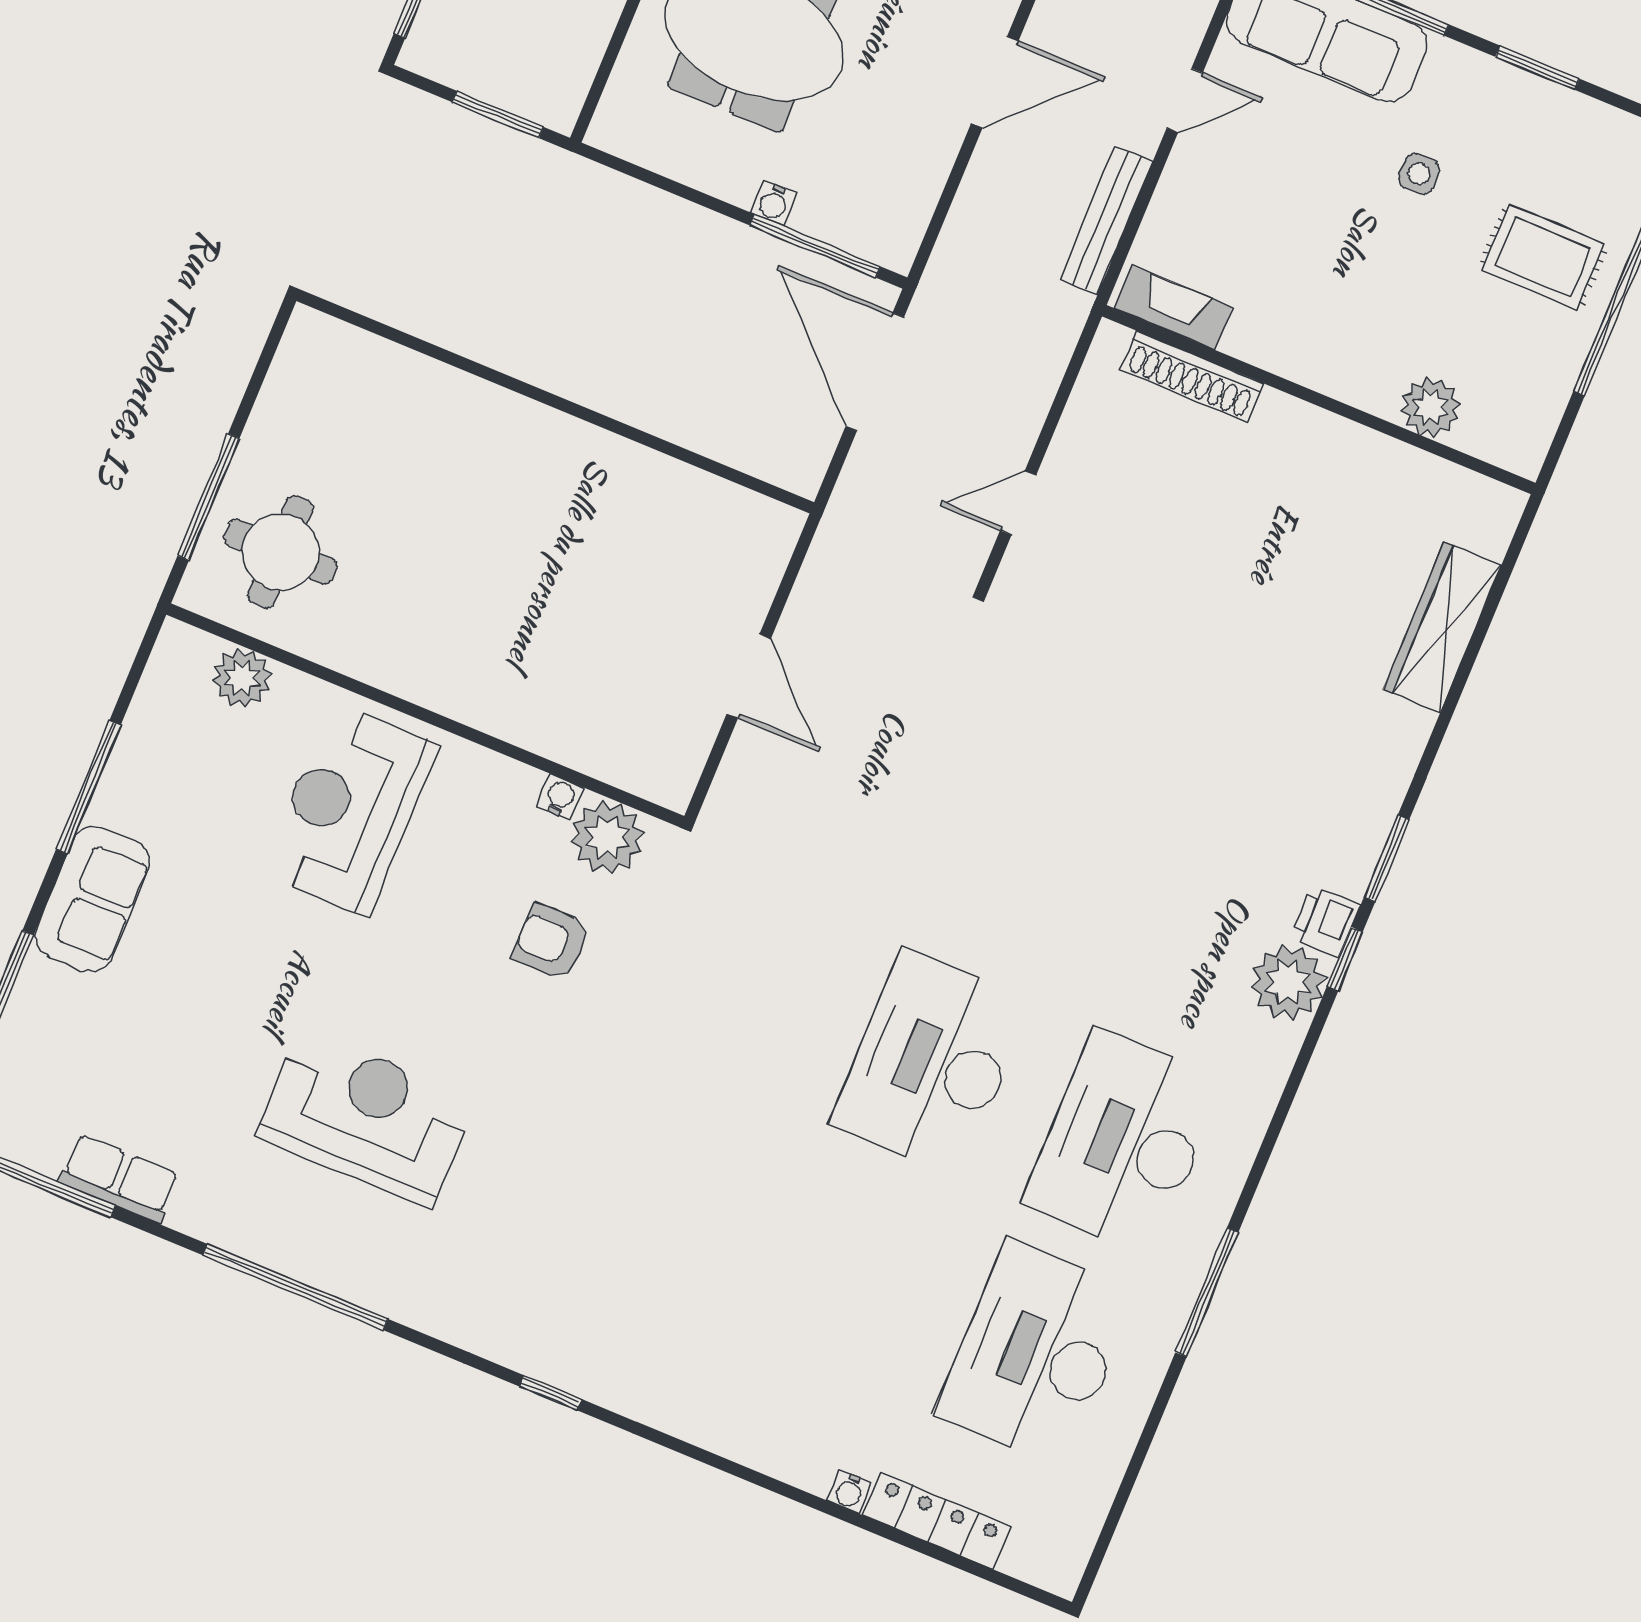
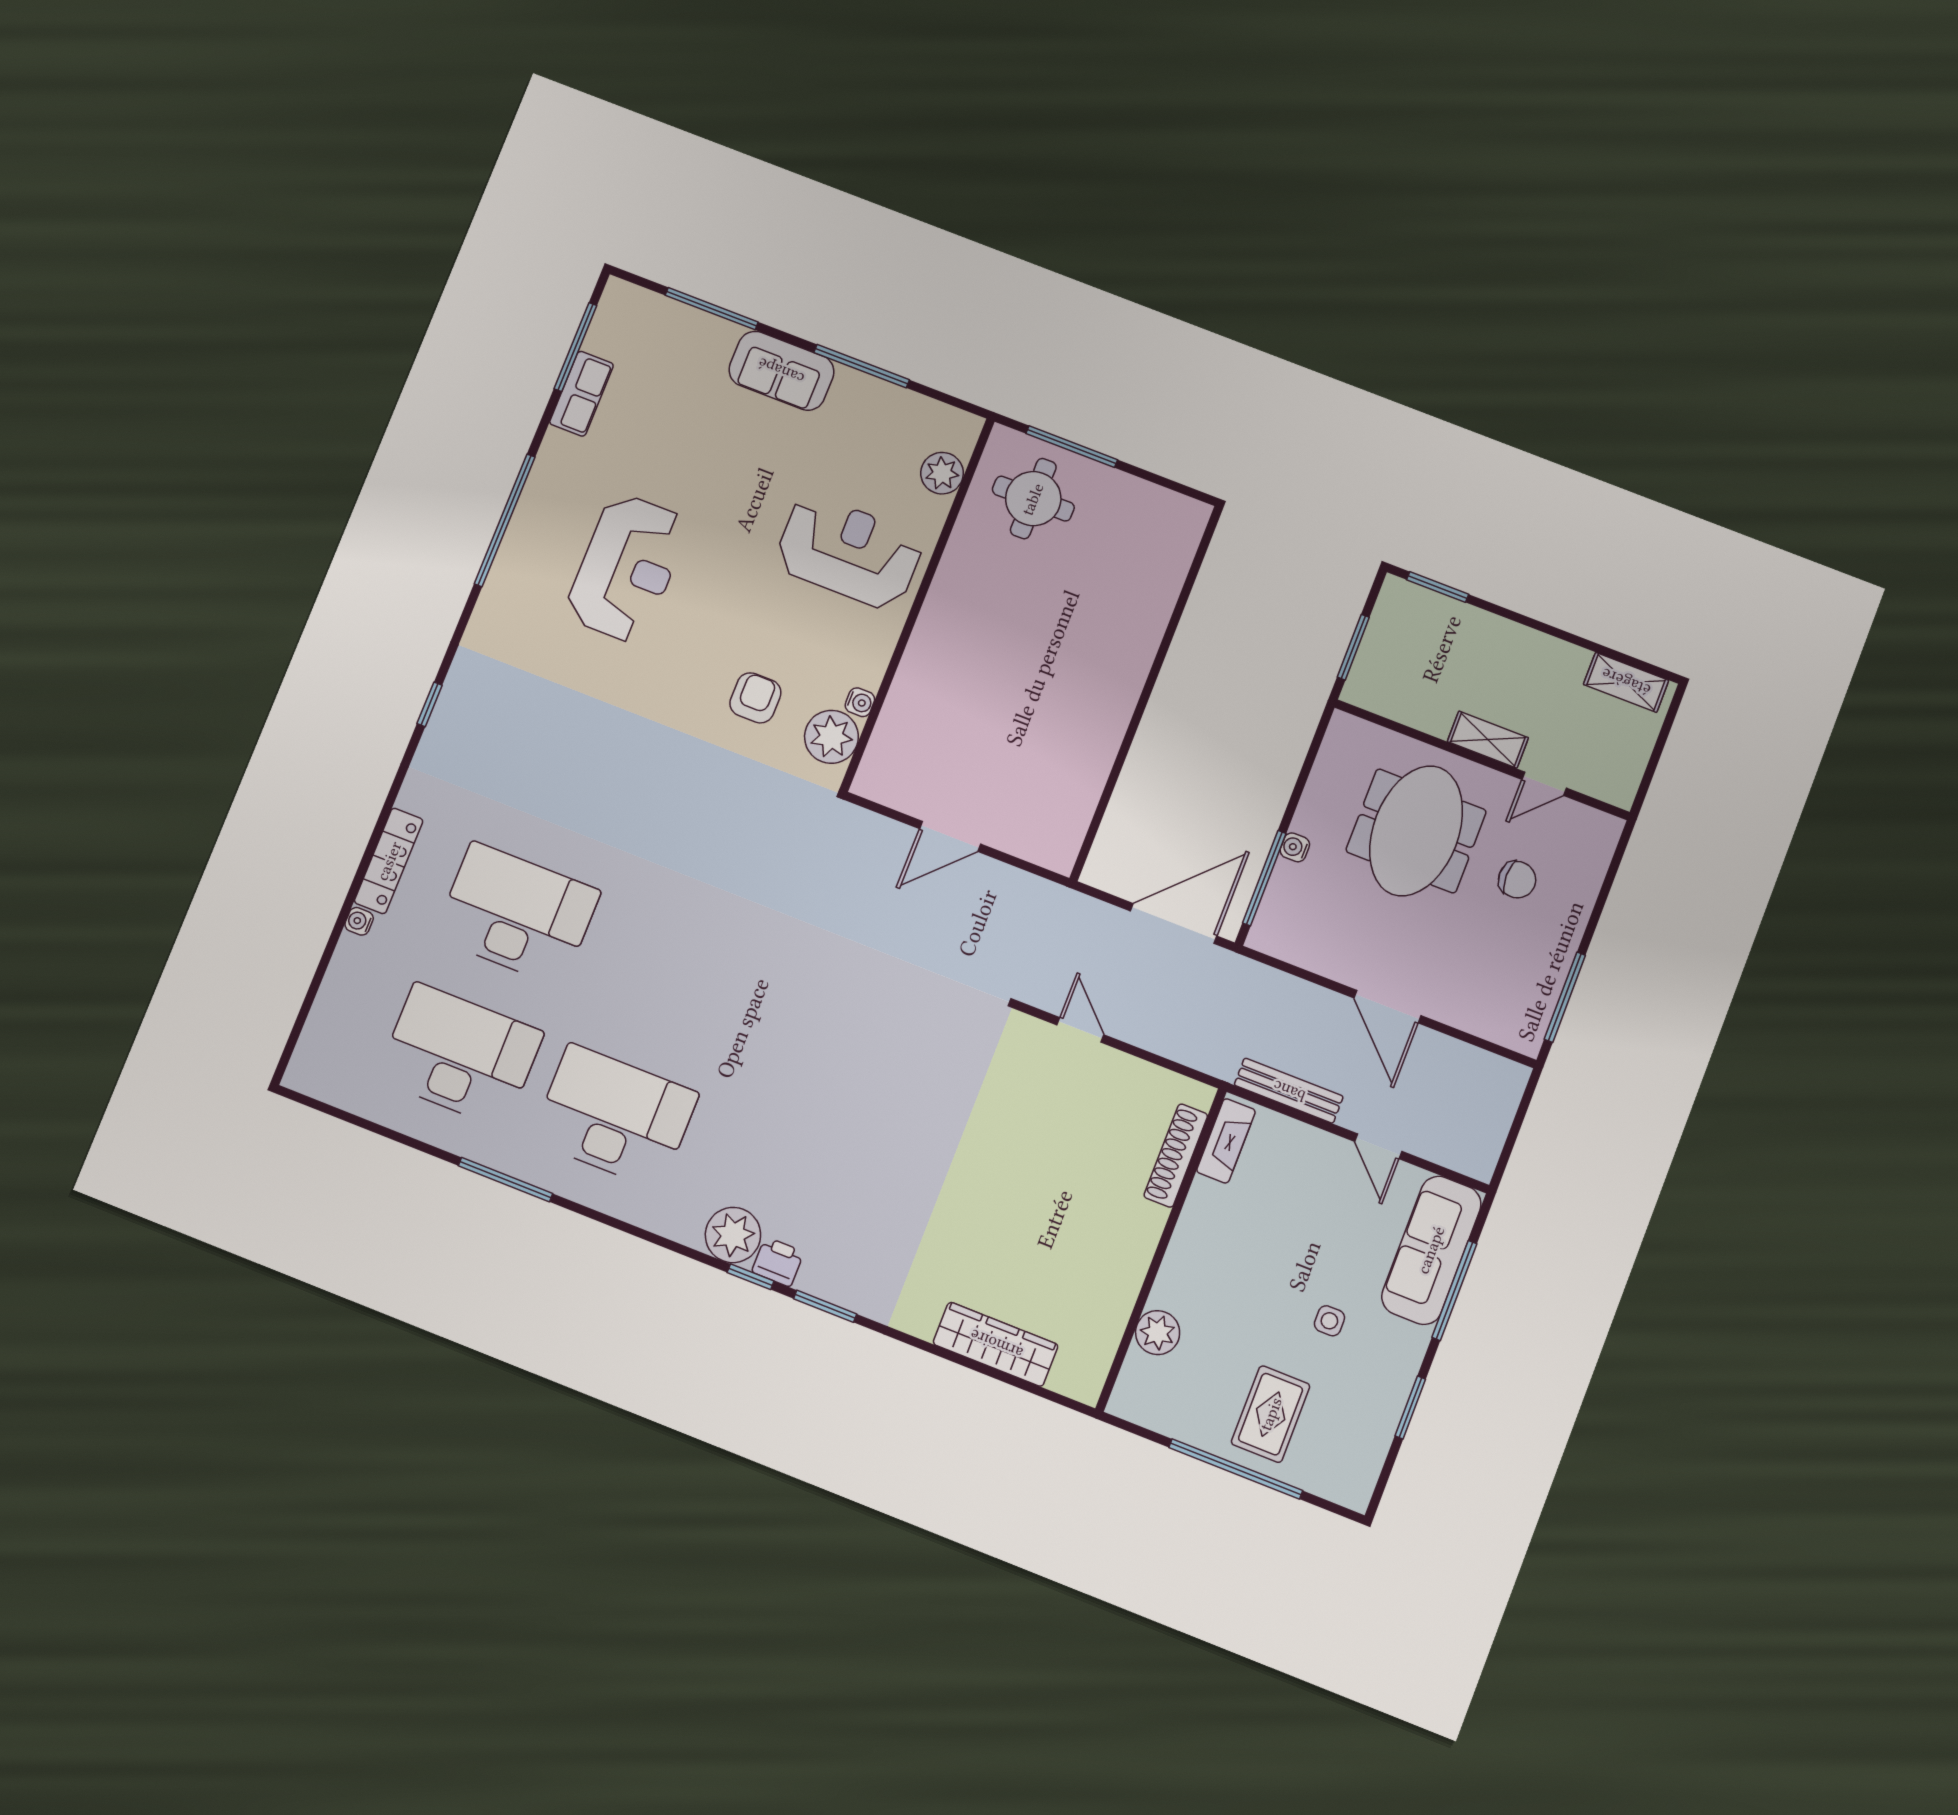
desk: (931, 1062) -> (517, 914), moved
locker: (937, 1521) -> (389, 861), moved

